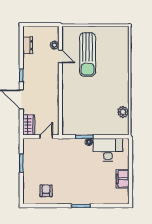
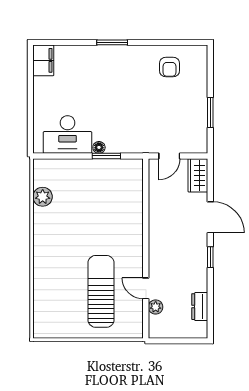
filing cabinet: (123, 179) -> (43, 60), moved

